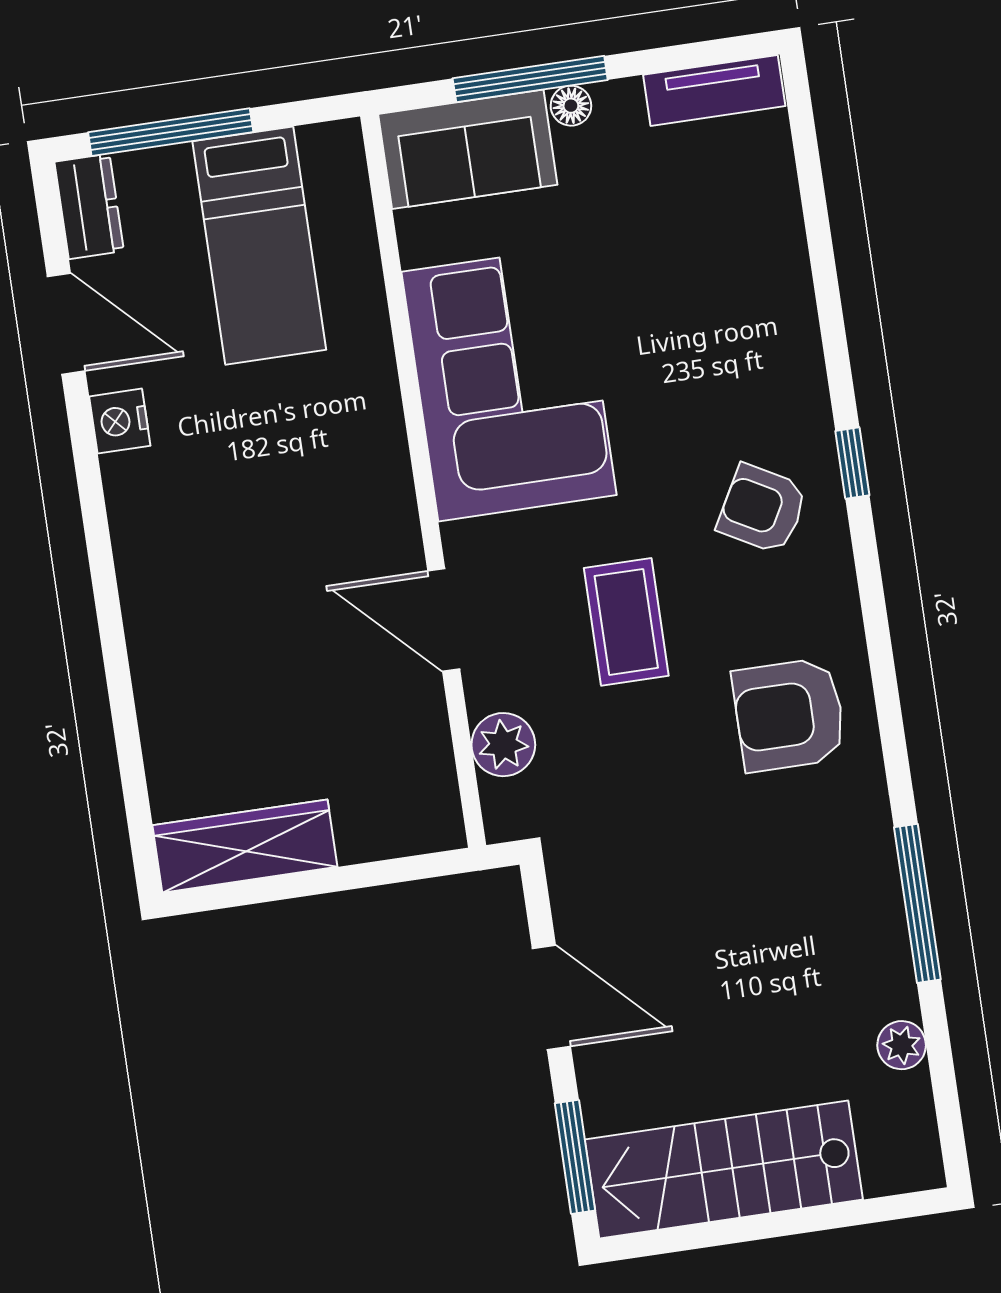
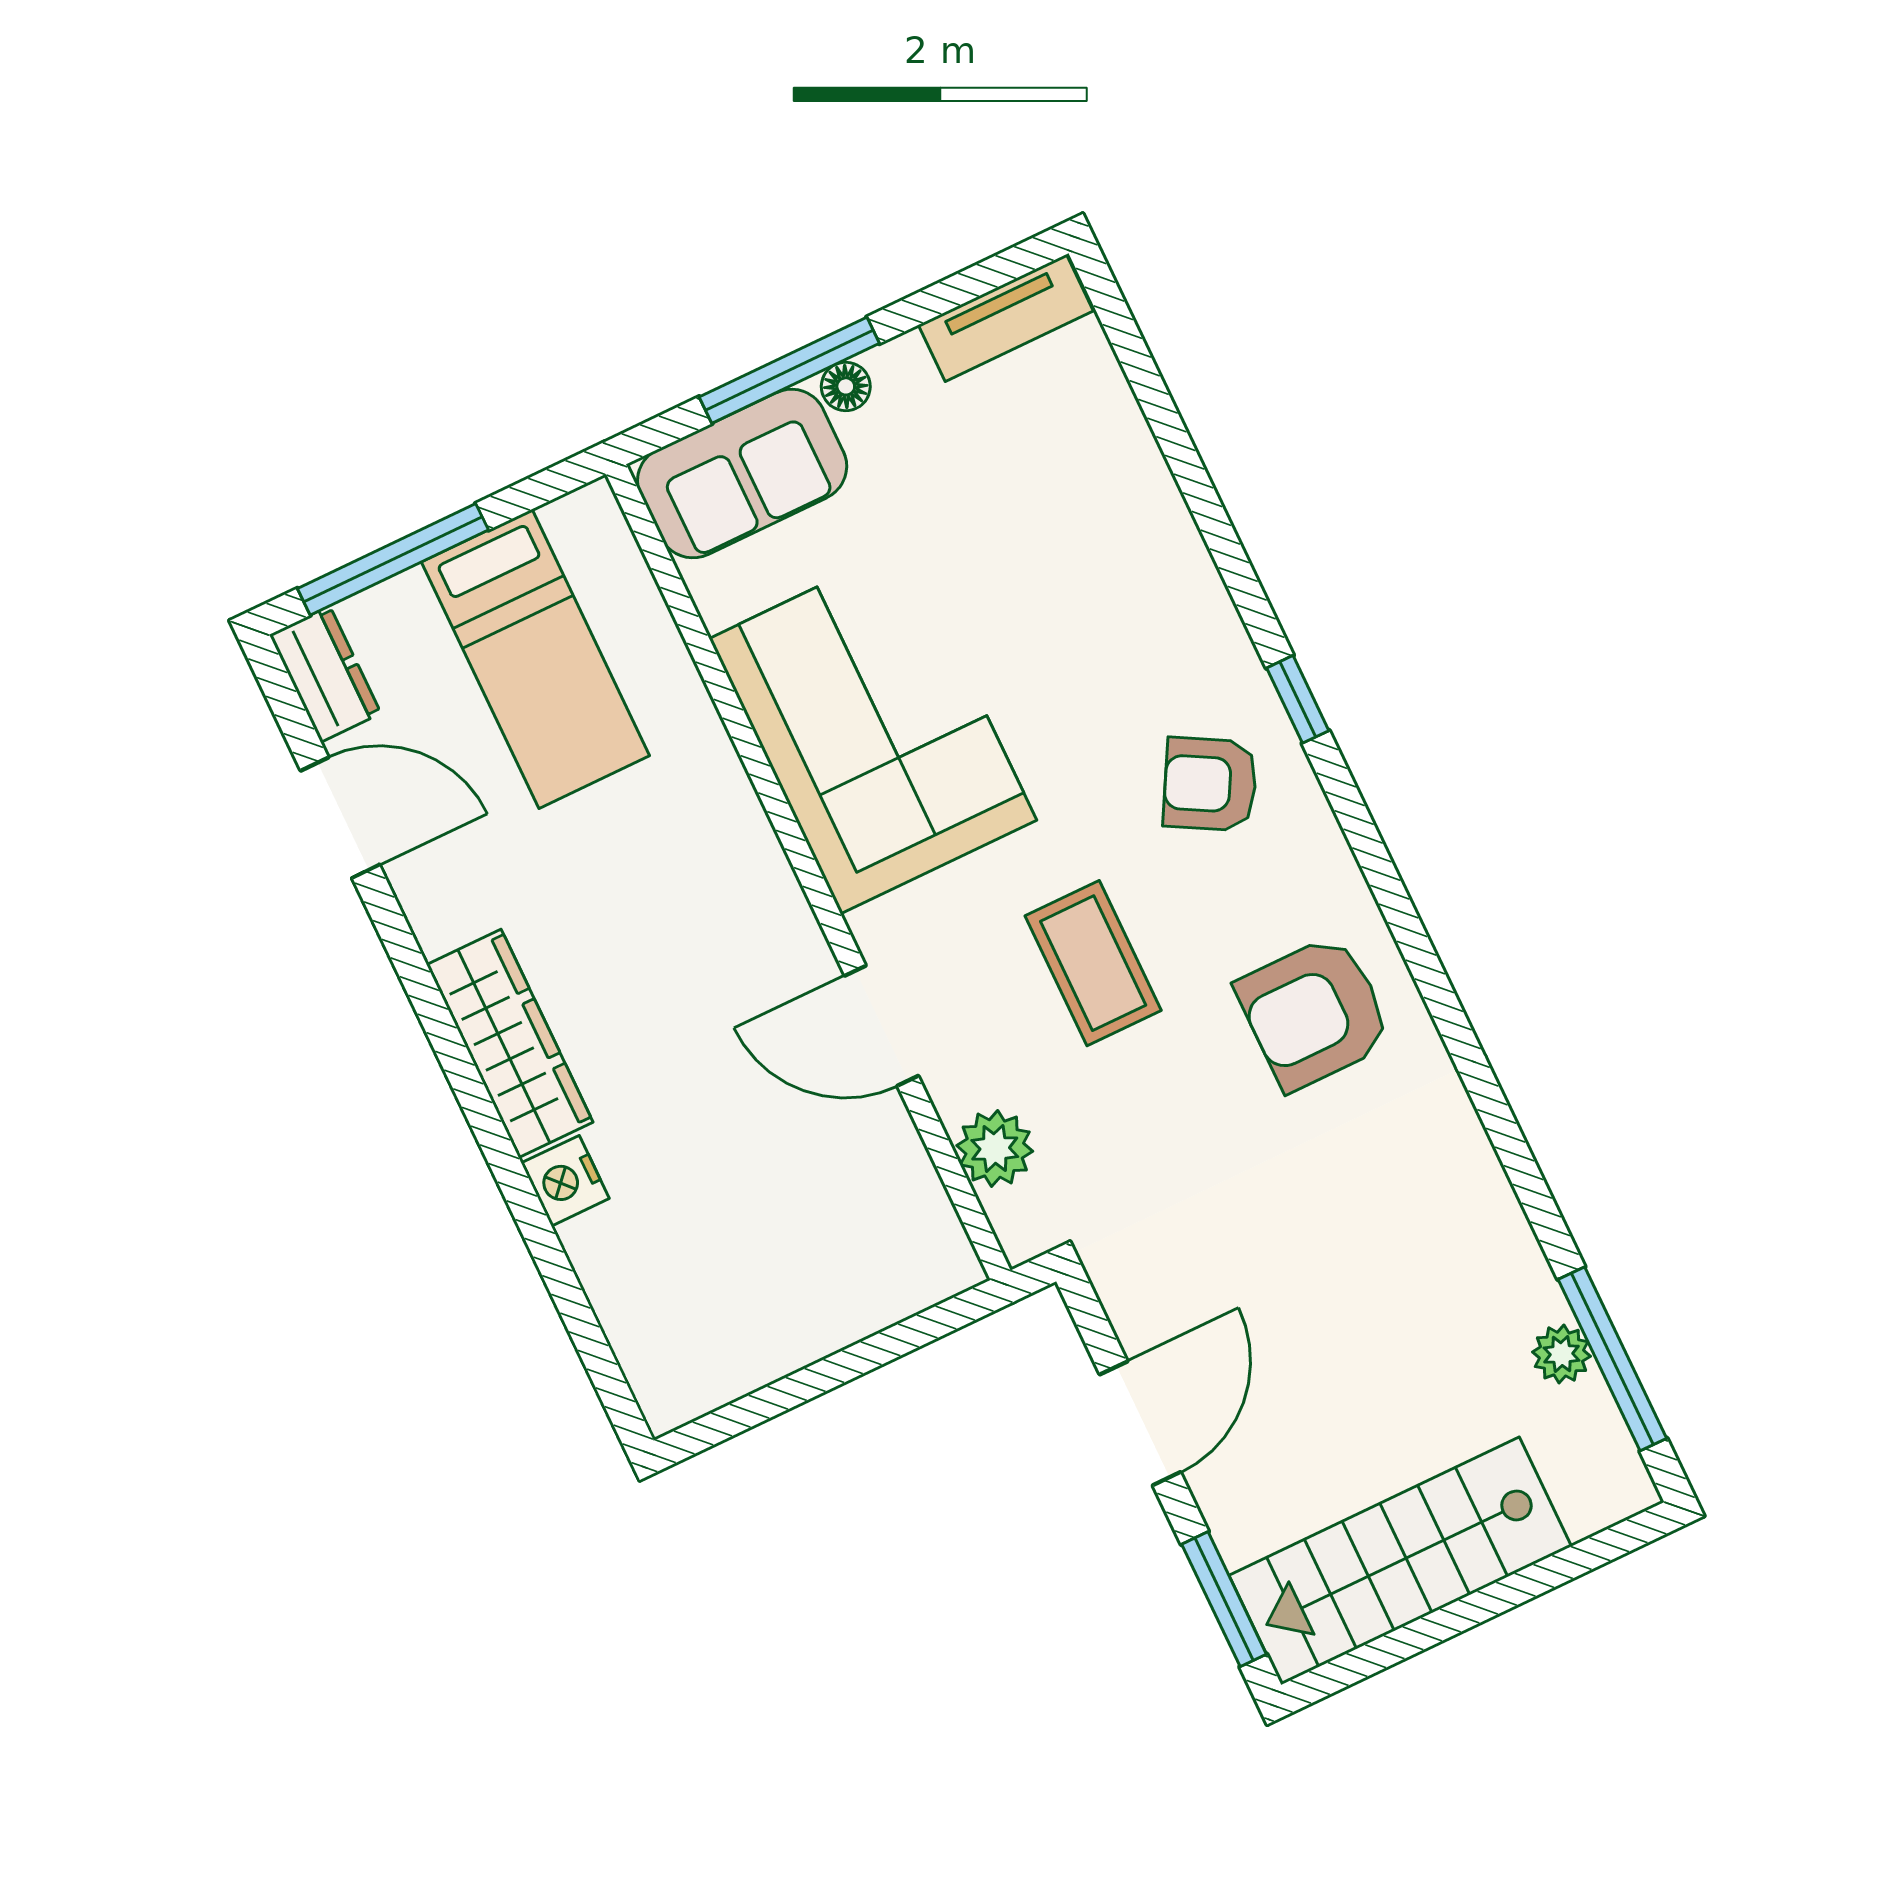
nightstand: (120, 421) -> (565, 1181), moved
wardrobe: (245, 846) -> (510, 1043), moved, turned 90
window: (917, 903) -> (1612, 1359), moved
door: (551, 997) -> (1140, 1423), hinge flipped

